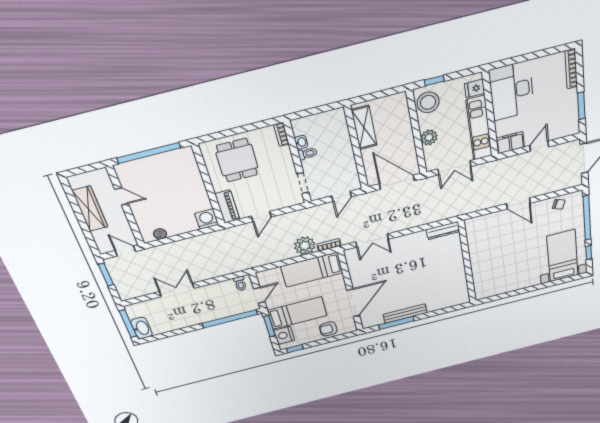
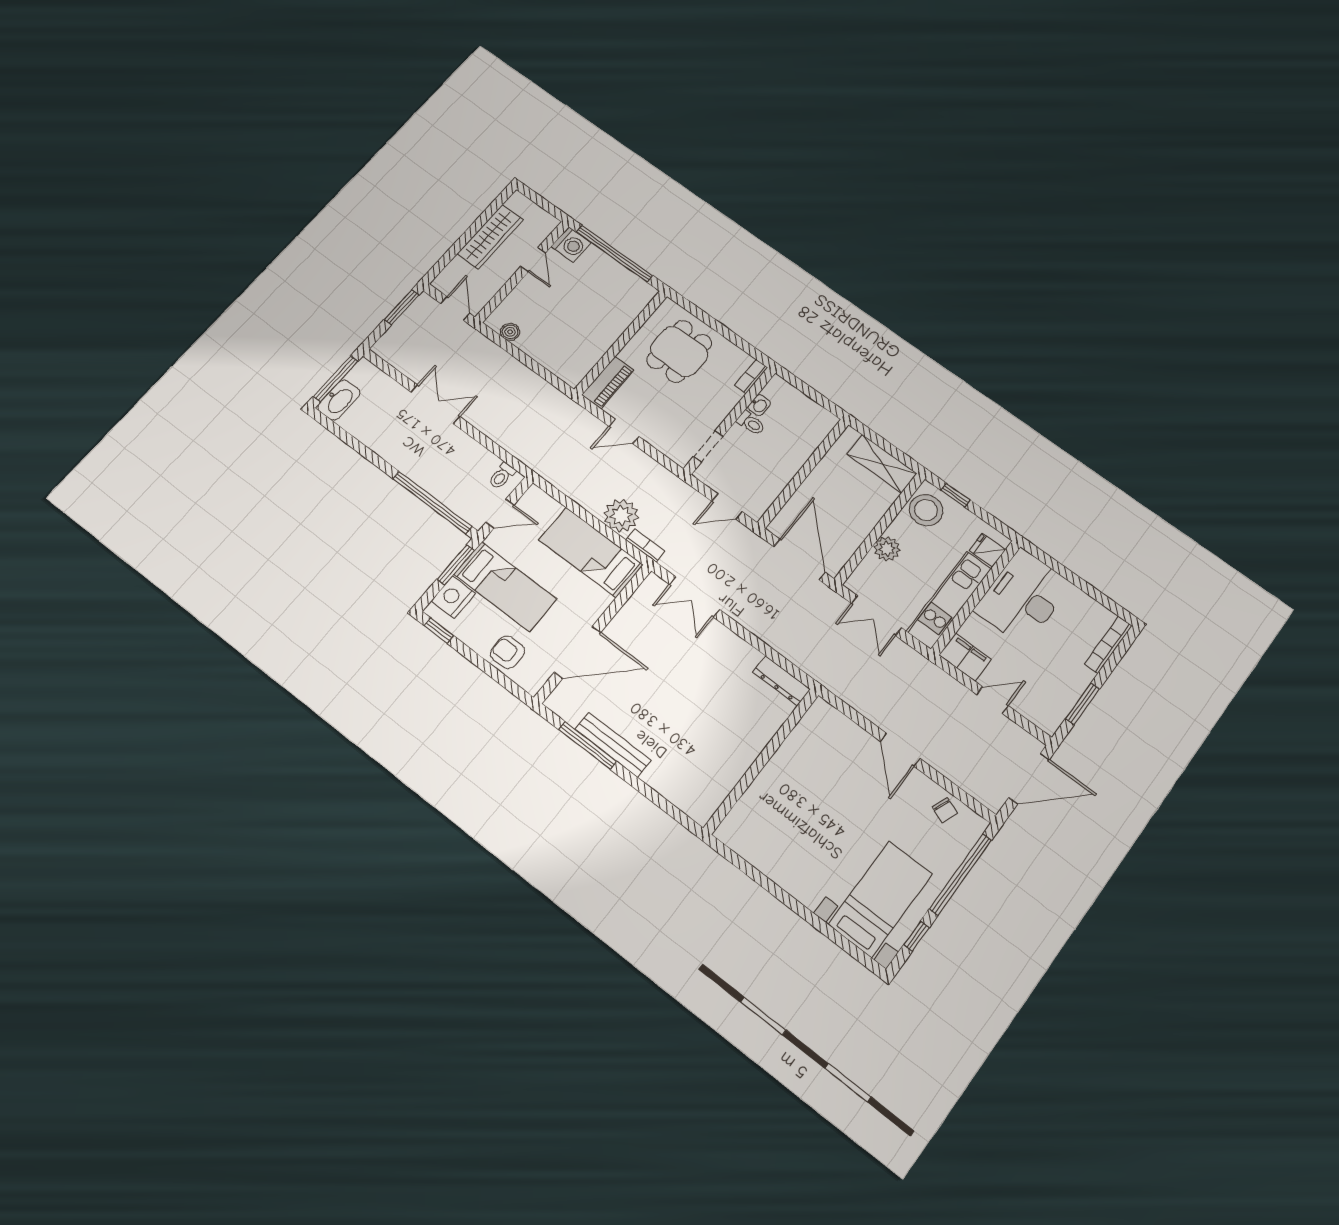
shelving: (364, 128) -> (882, 464), moved, turned 90
washing machine: (207, 219) -> (571, 245), moved, turned 90

